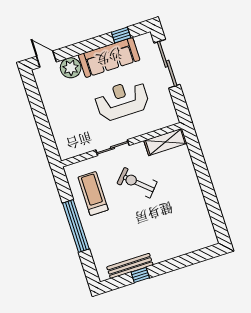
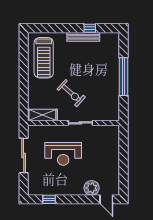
sofa: (109, 57) -> (62, 186), removed
sliding door: (167, 64) -> (24, 156), moved
treadmill: (93, 194) -> (44, 58), moved, width x1.37, depth x1.38
bench: (130, 266) -> (83, 37), moved

